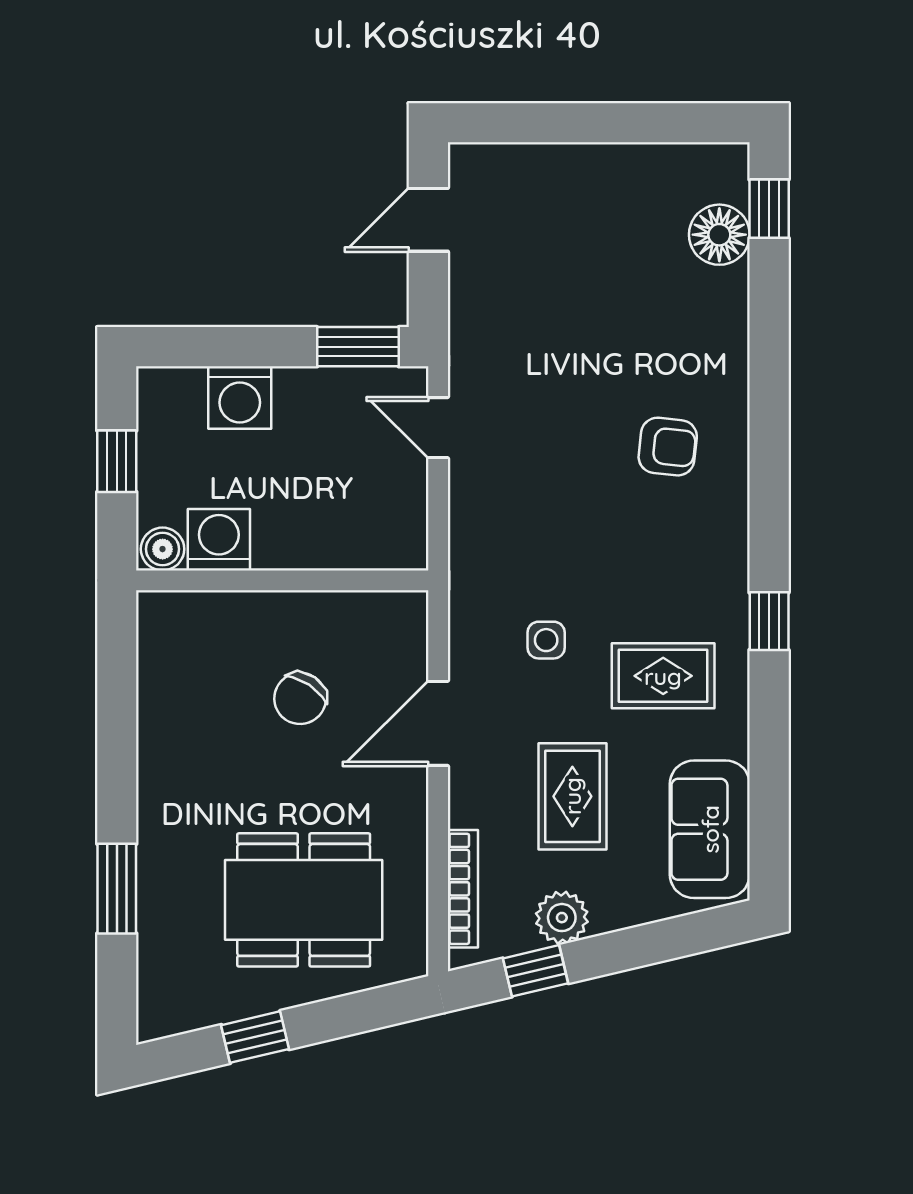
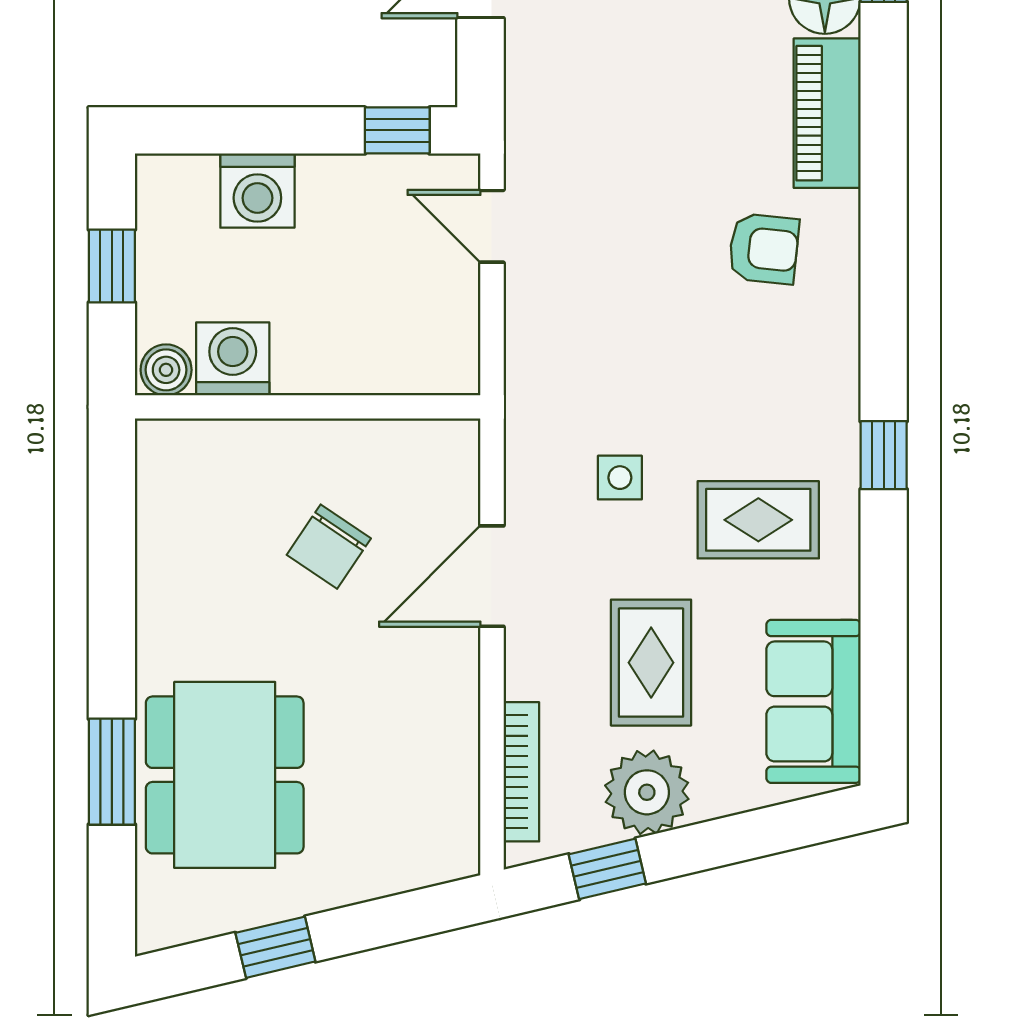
piano: (721, 332) -> (827, 113), added
window: (358, 347) -> (397, 130), width x0.67
dining table: (304, 900) -> (225, 775), moved, turned 90
plant: (562, 918) -> (647, 792), width x1.36, depth x1.36

